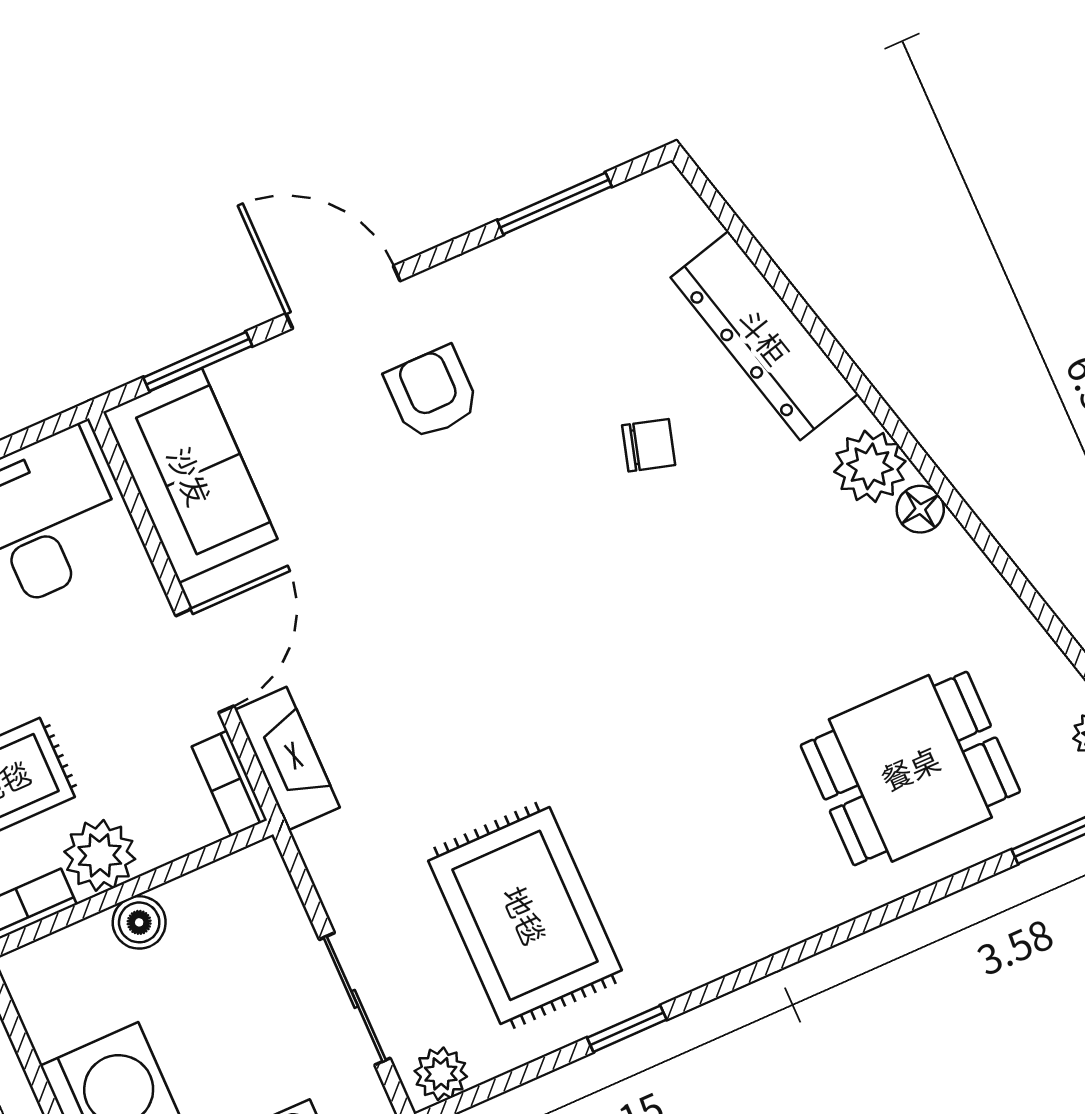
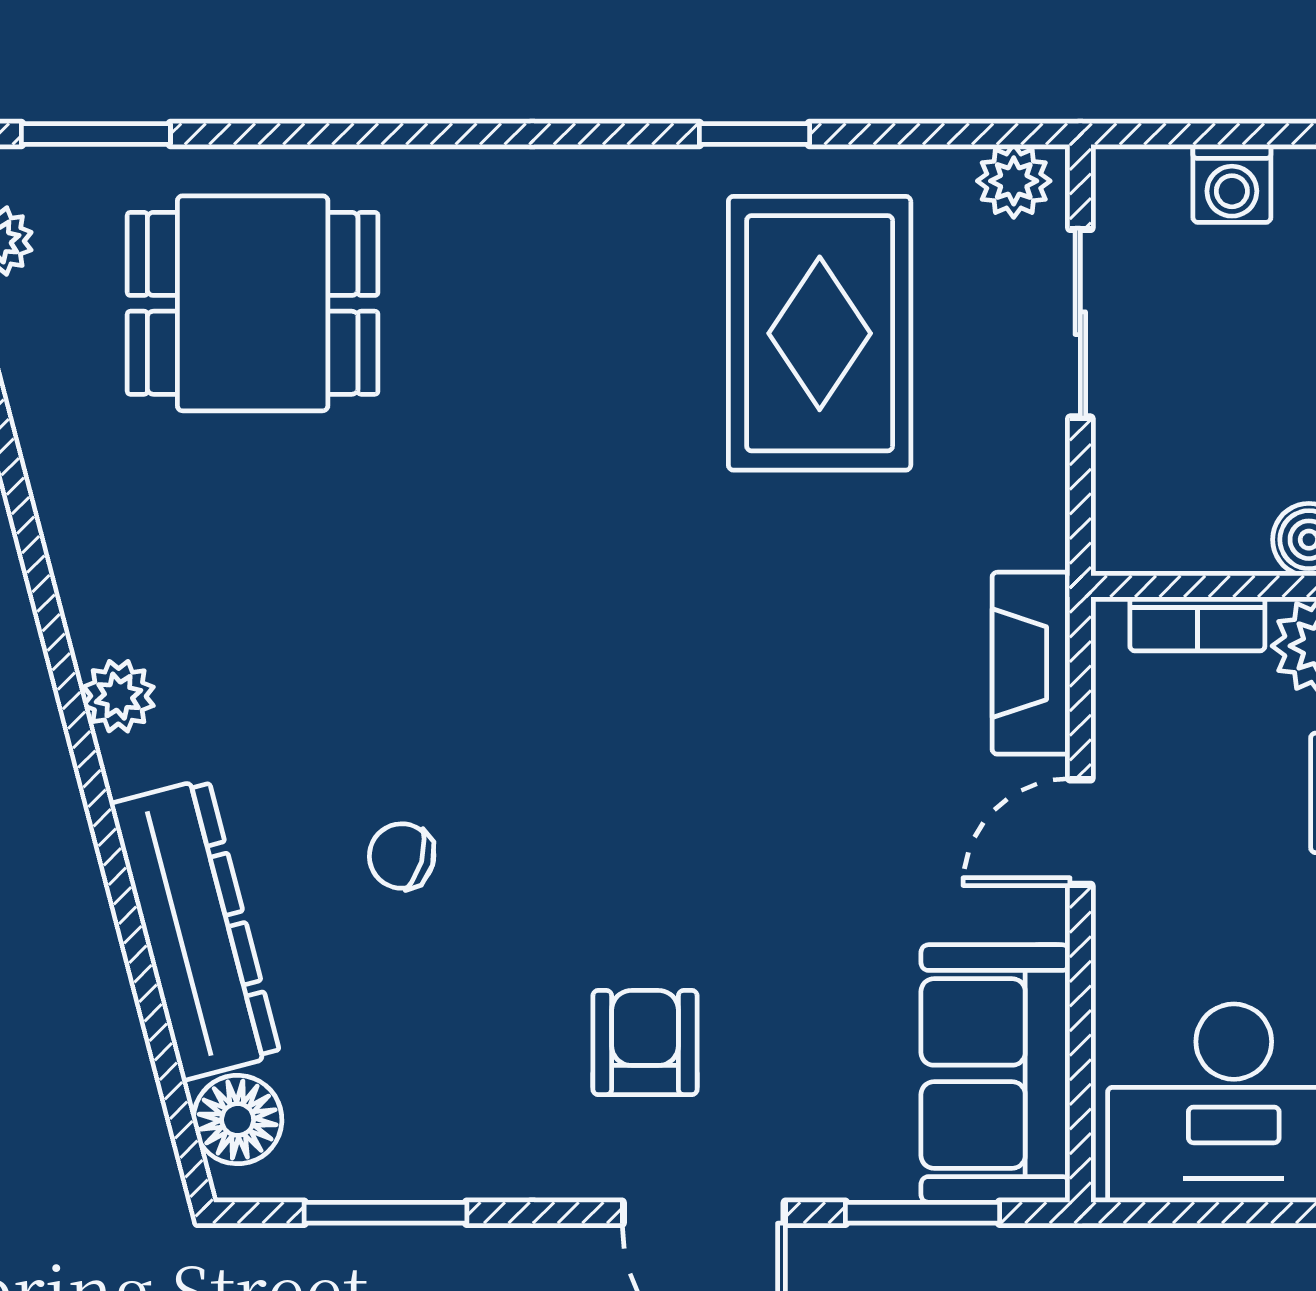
armchair: (432, 393) -> (645, 1043), turned 180
plant: (870, 466) -> (118, 696), width x0.73, depth x0.73
floor lamp: (920, 509) -> (238, 1120), moved, width x1.37, depth x1.37
door: (205, 661) -> (1080, 832), width x0.73
bookcase: (229, 783) -> (1197, 624), moved, turned 90

